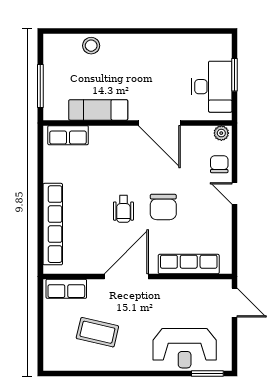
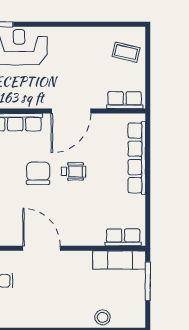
exam couch: (98, 110) -> (119, 260), moved
wheelchair: (123, 209) -> (74, 171), turned 90
coffee table: (97, 332) -> (126, 52), moved, width x0.73, depth x0.77

